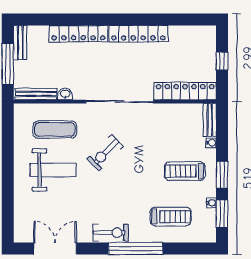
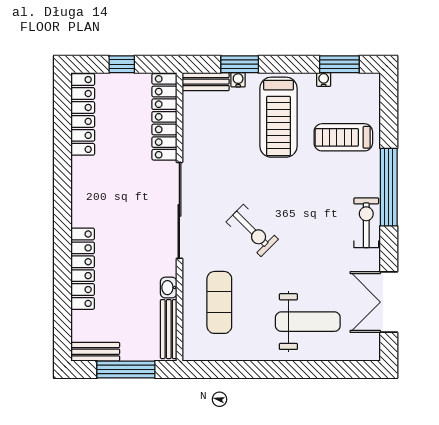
locker: (138, 34) -> (83, 114), moved
weight bench: (53, 170) -> (308, 322), moved, turned 90
treadmill: (185, 171) -> (279, 117), width x1.37, depth x1.38
window: (222, 175) -> (240, 64), moved
treadmill: (171, 217) -> (343, 137), turned -90

